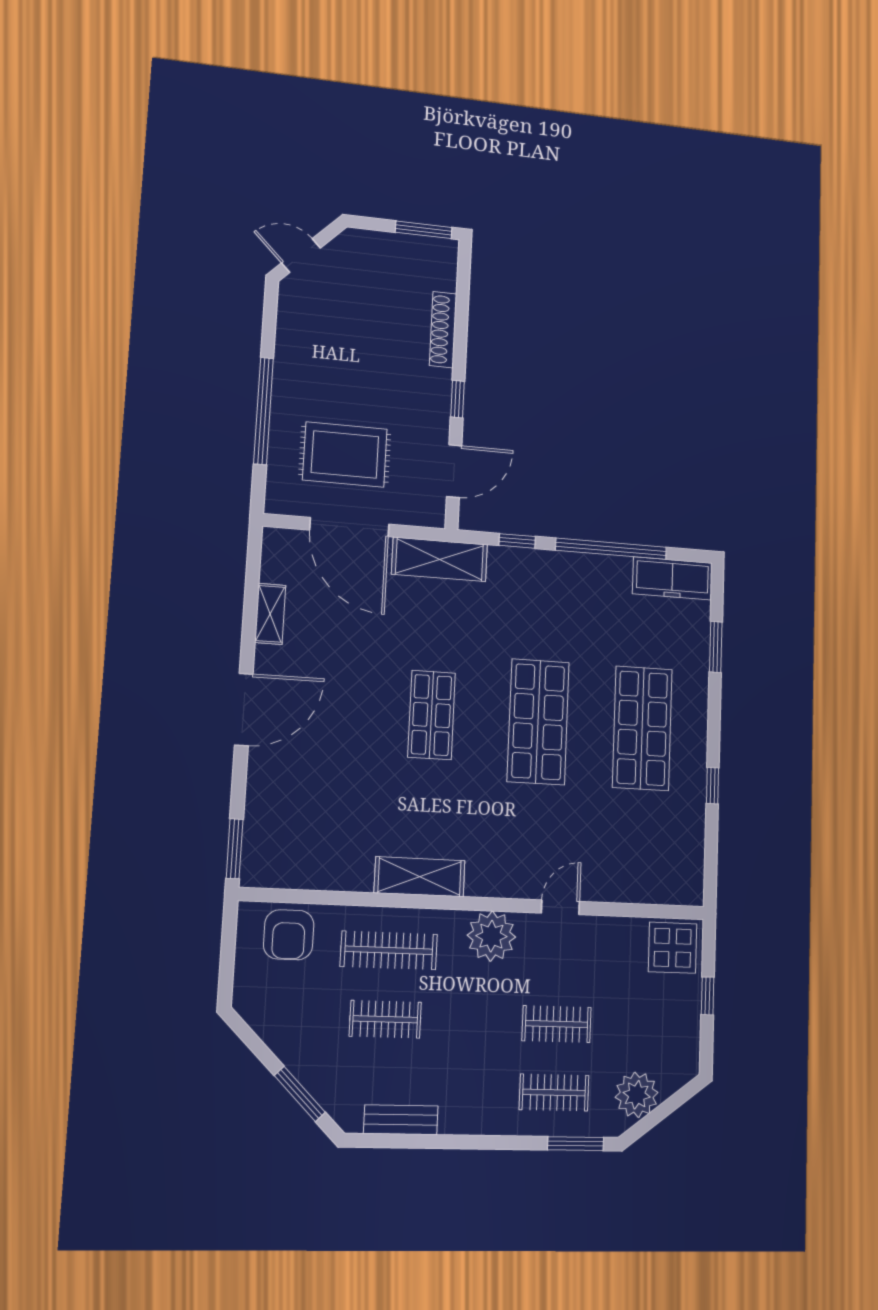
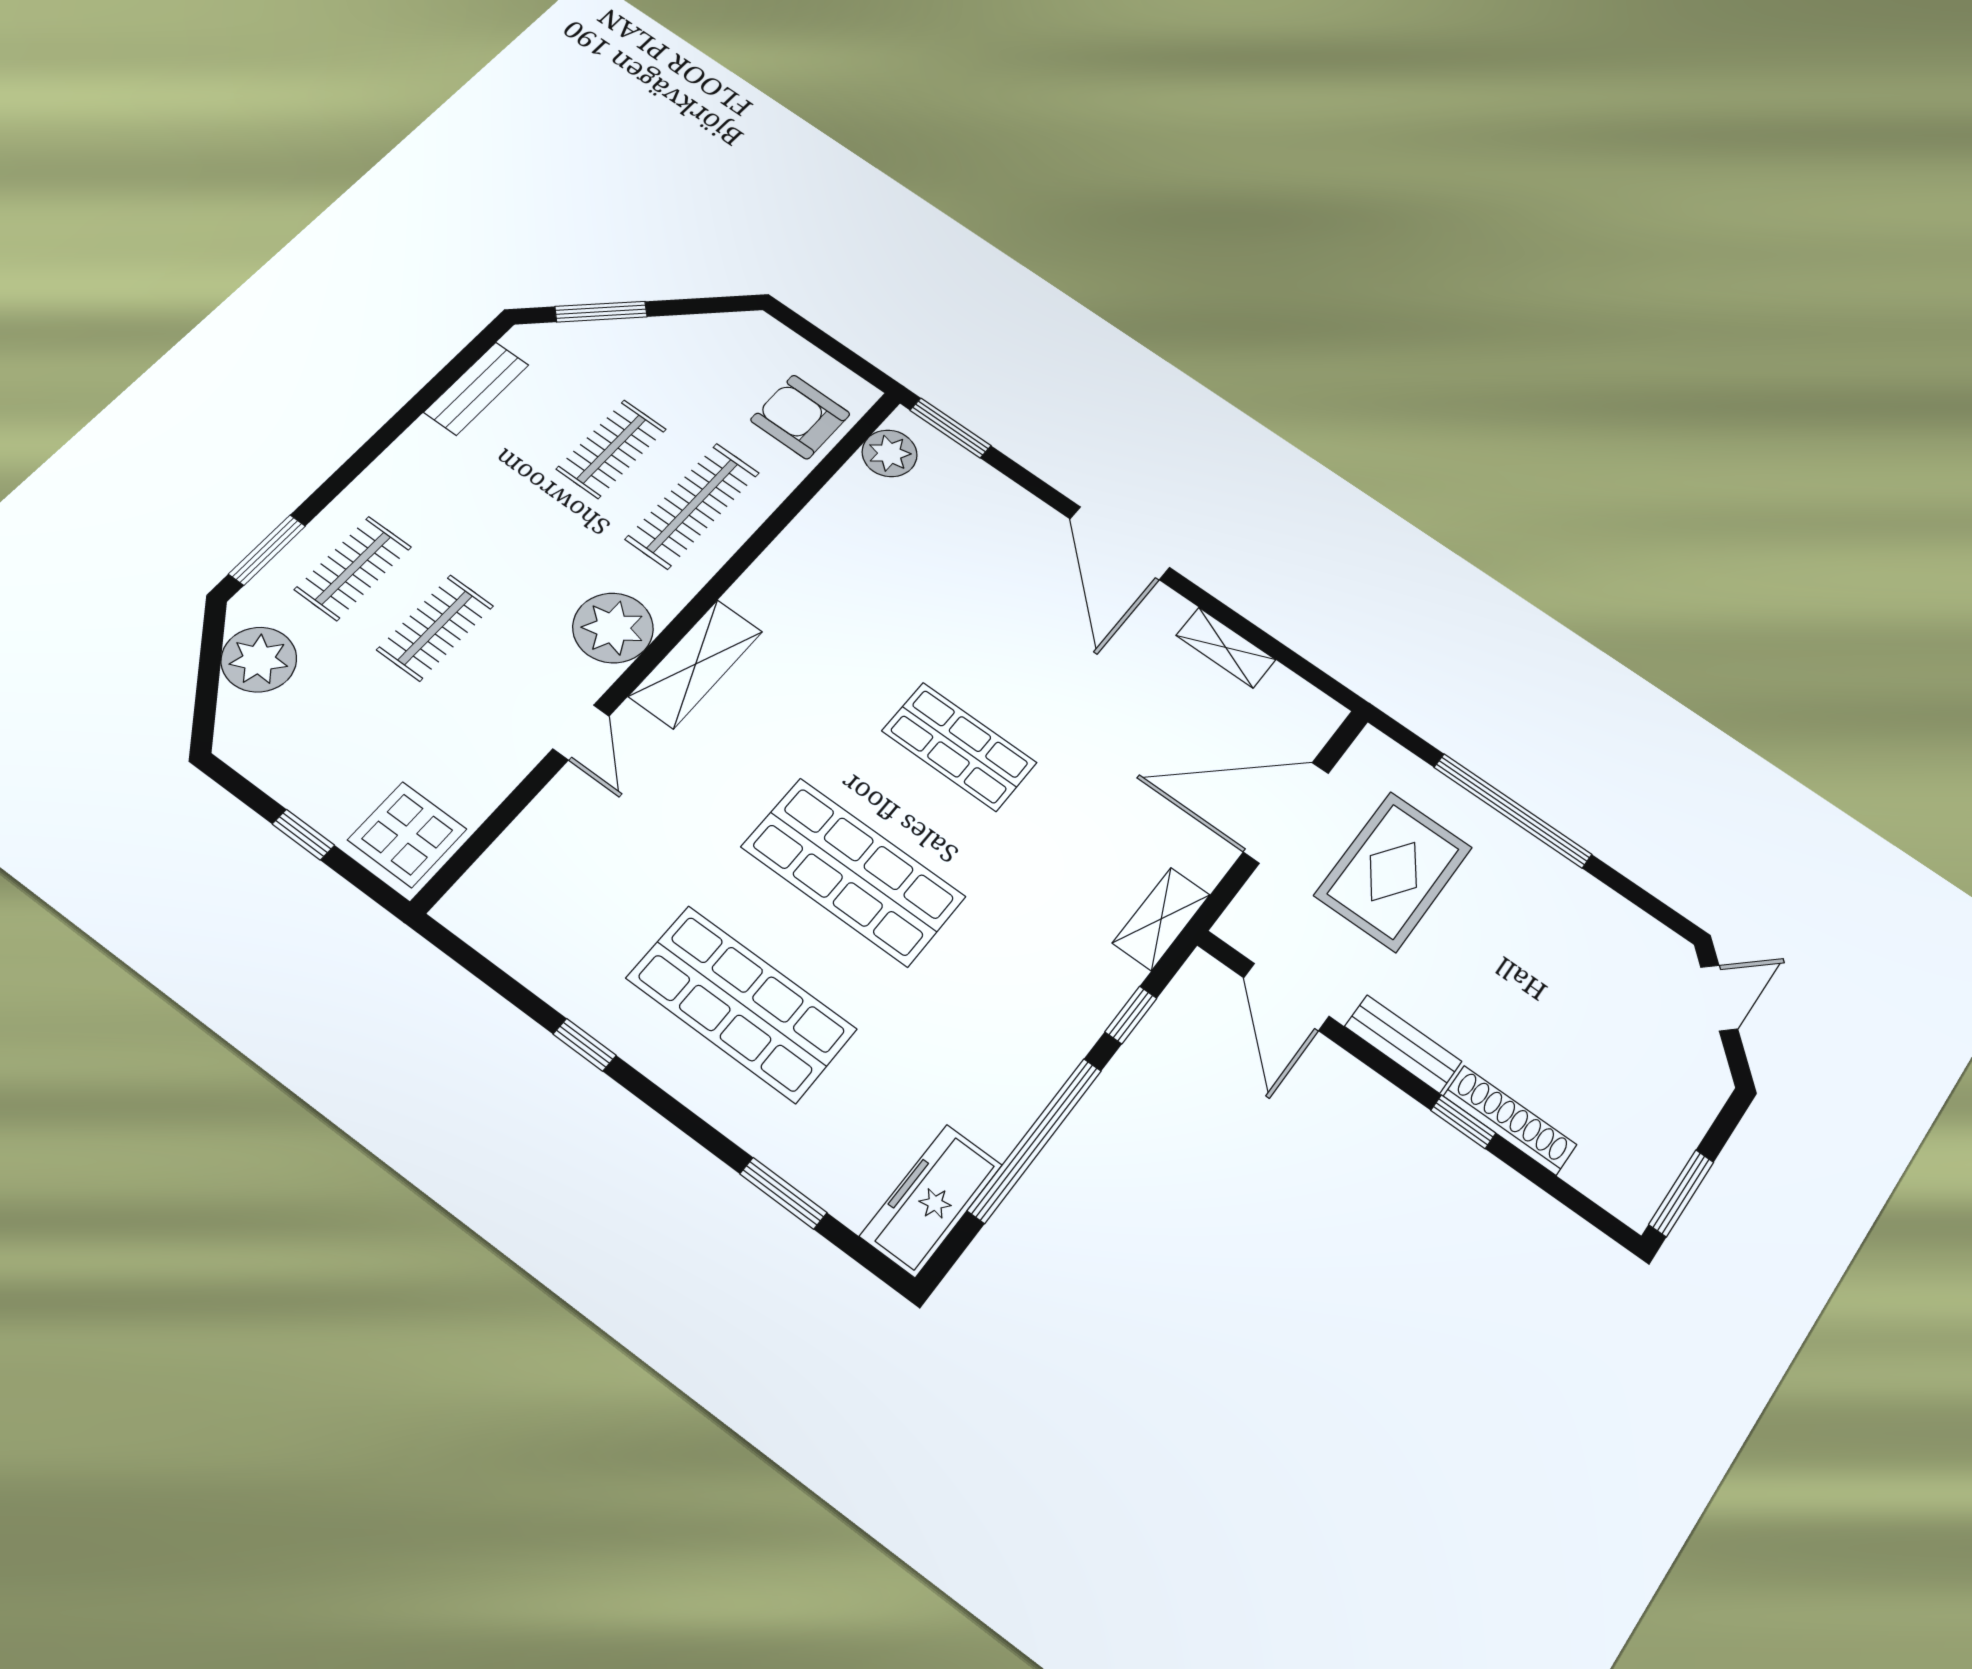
window: (458, 399) -> (1463, 1122), moved
bench: (439, 401) -> (1403, 1044), added
shelving: (440, 559) -> (1161, 919), width x0.67, depth x0.75
plant: (277, 870) -> (890, 453), added
shelving: (420, 877) -> (696, 664), moved

